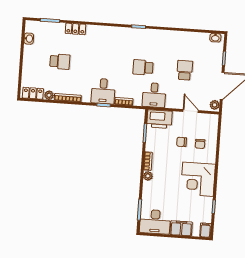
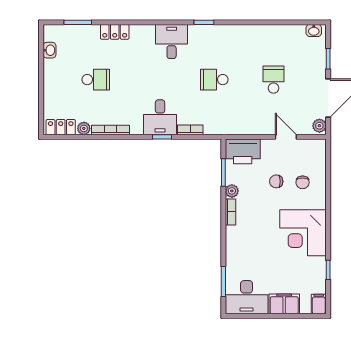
desk: (154, 95) -> (172, 41), moved, turned 180
plant: (148, 176) -> (232, 191), moved

